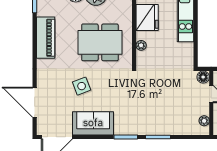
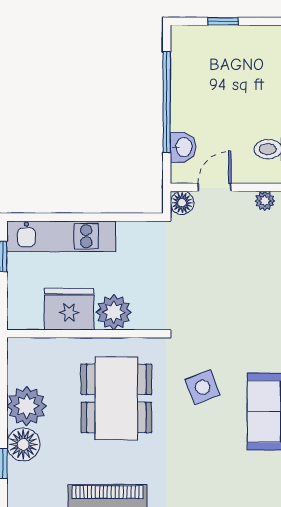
plant: (141, 45) -> (114, 312), width x1.88, depth x1.88
side table: (82, 86) -> (203, 387), moved

